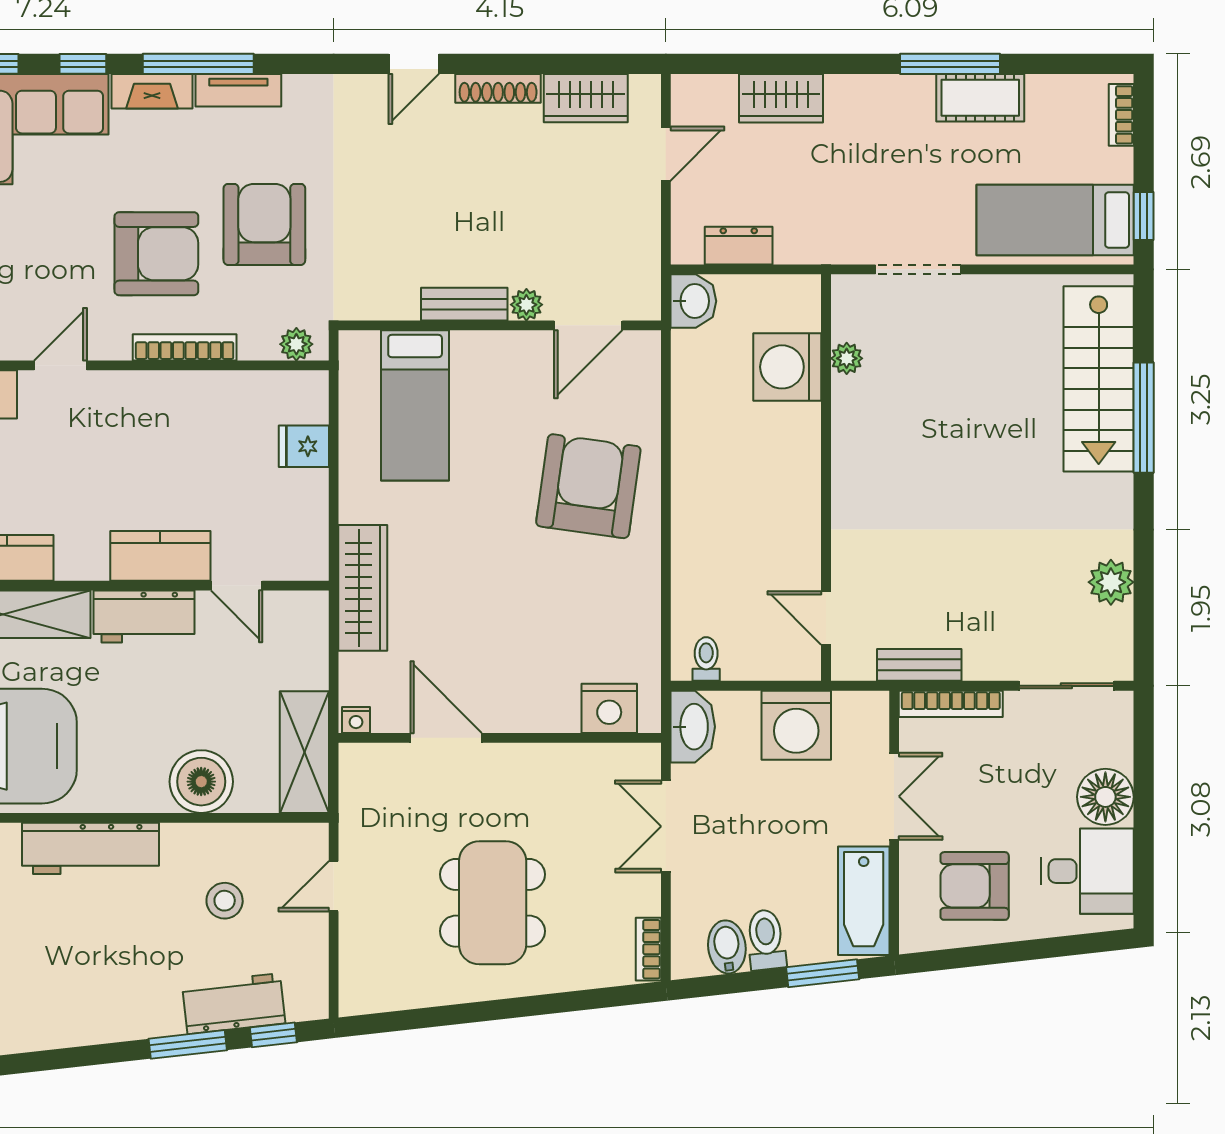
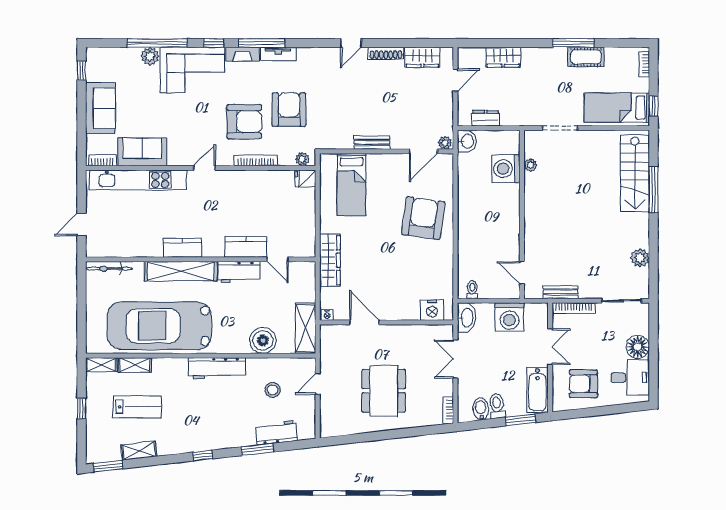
plant: (526, 305) -> (445, 143), moved
fridge: (304, 446) -> (305, 179), moved
window: (273, 1035) -> (203, 456), moved

